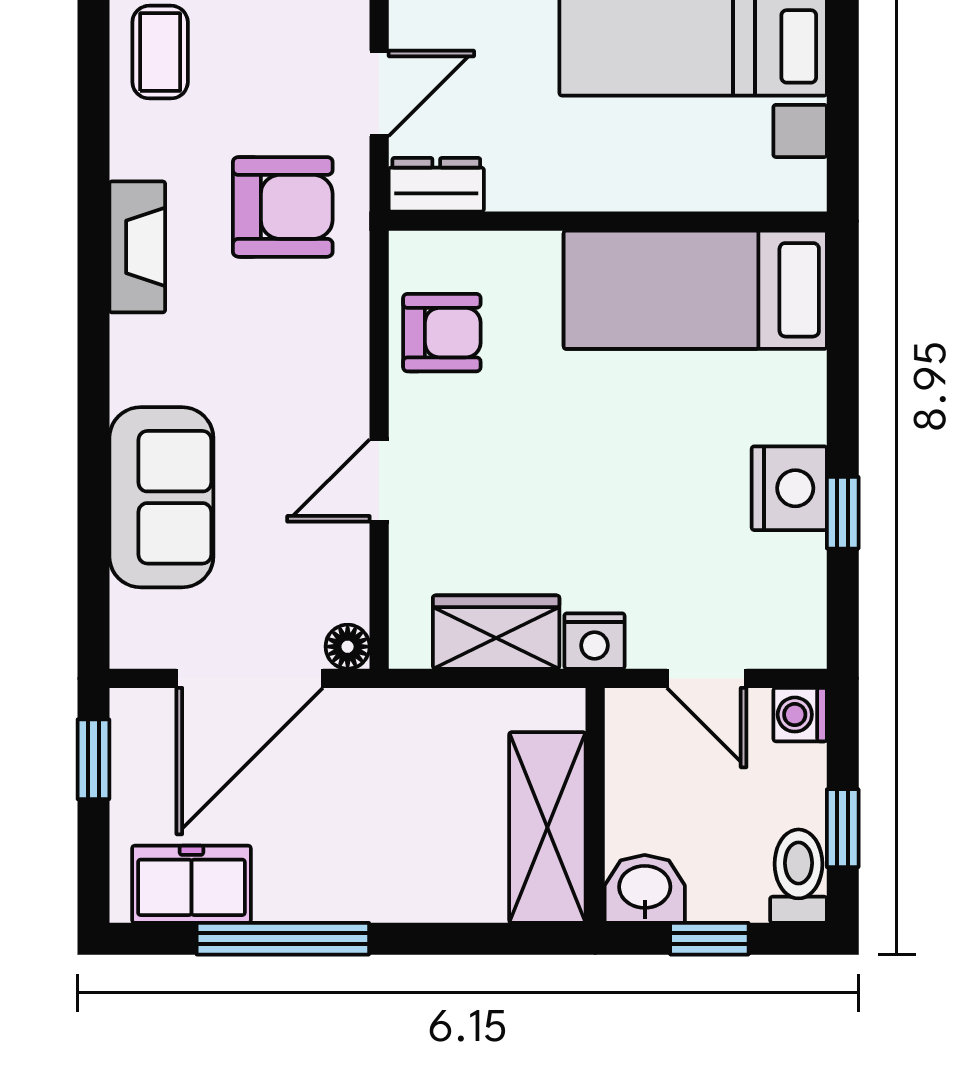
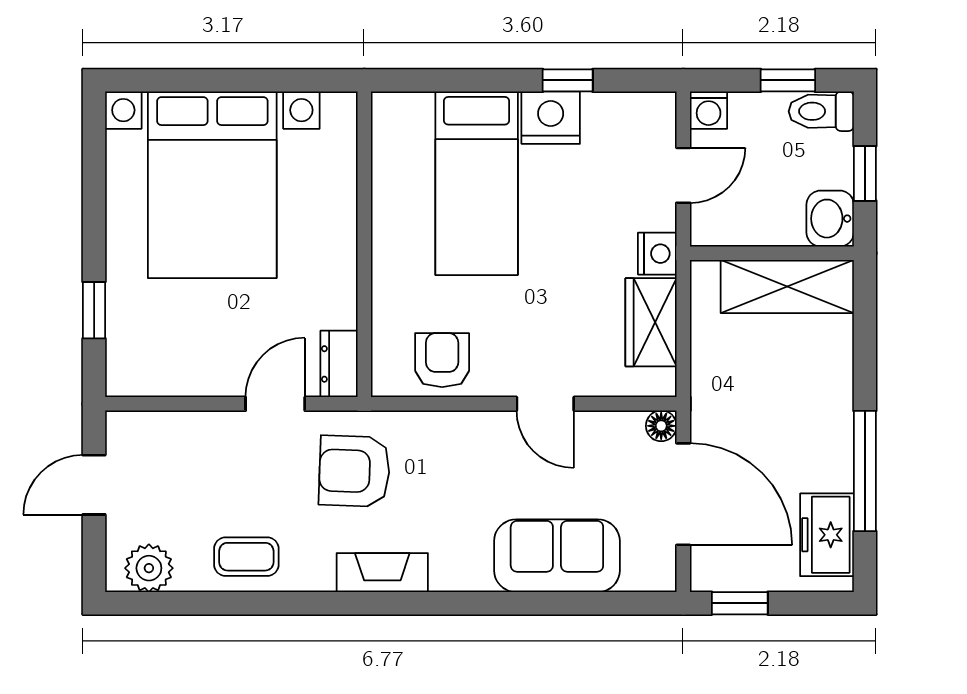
door: (379, 93) -> (275, 404), hinge flipped
armchair: (283, 207) -> (354, 471), turned -88
bed: (695, 290) -> (477, 183), moved

